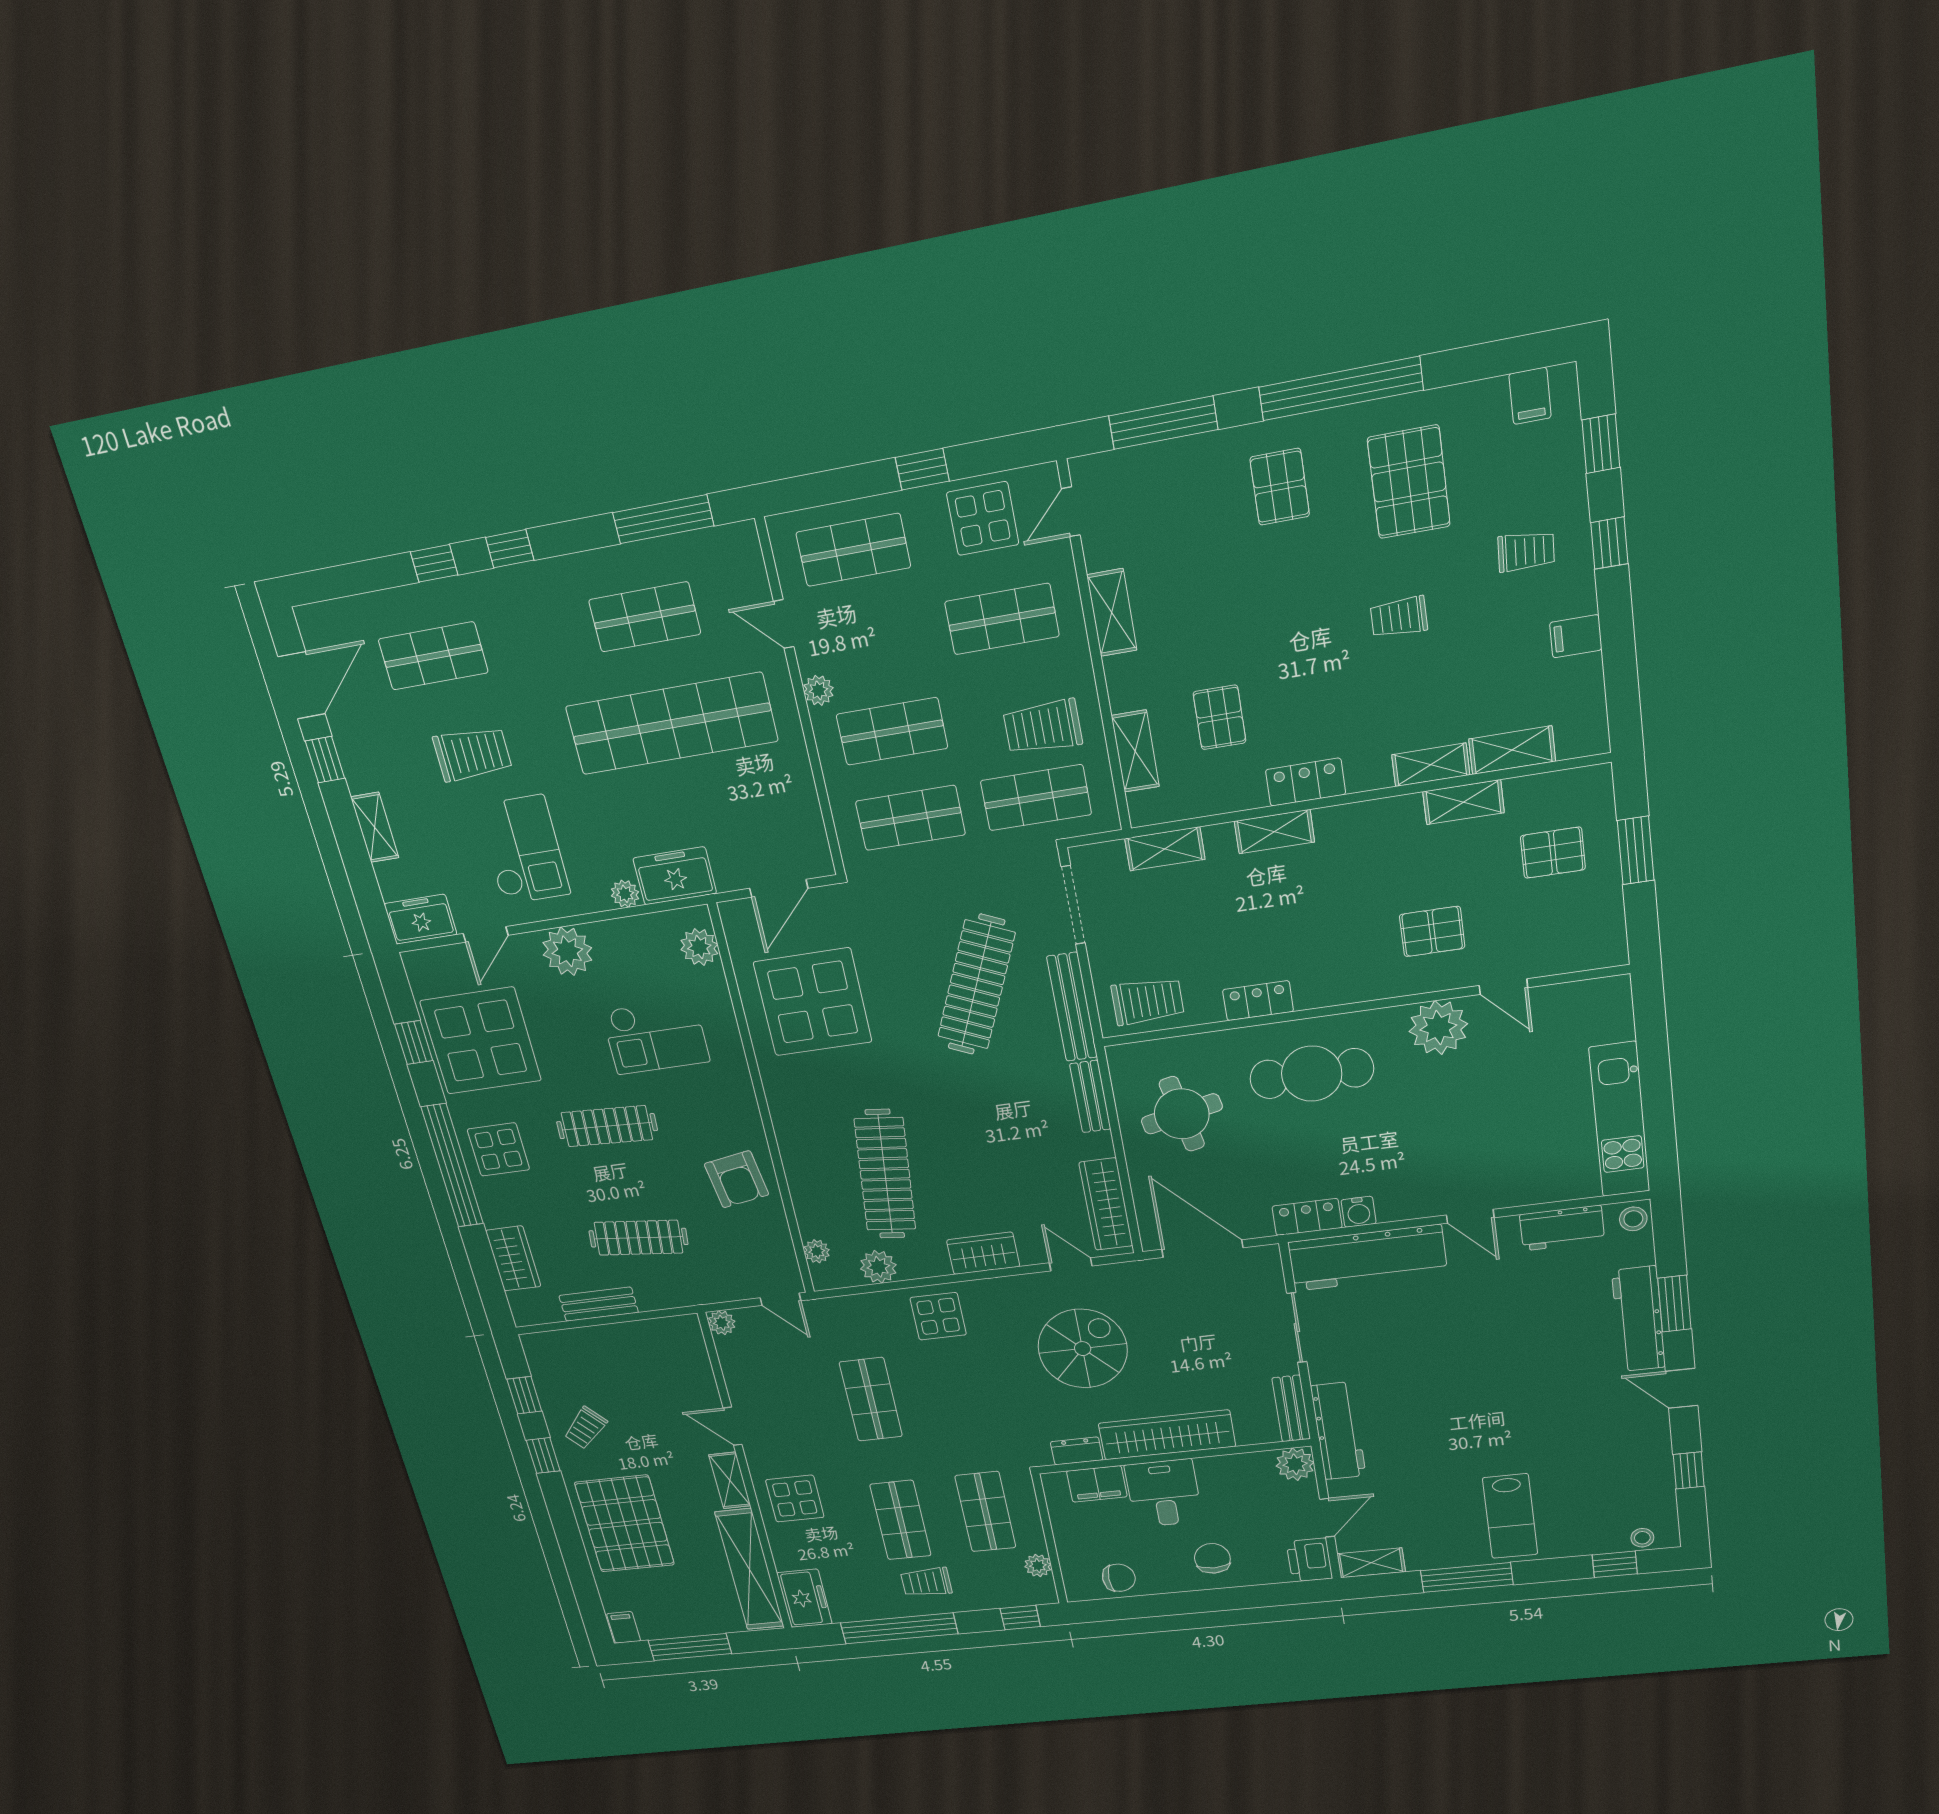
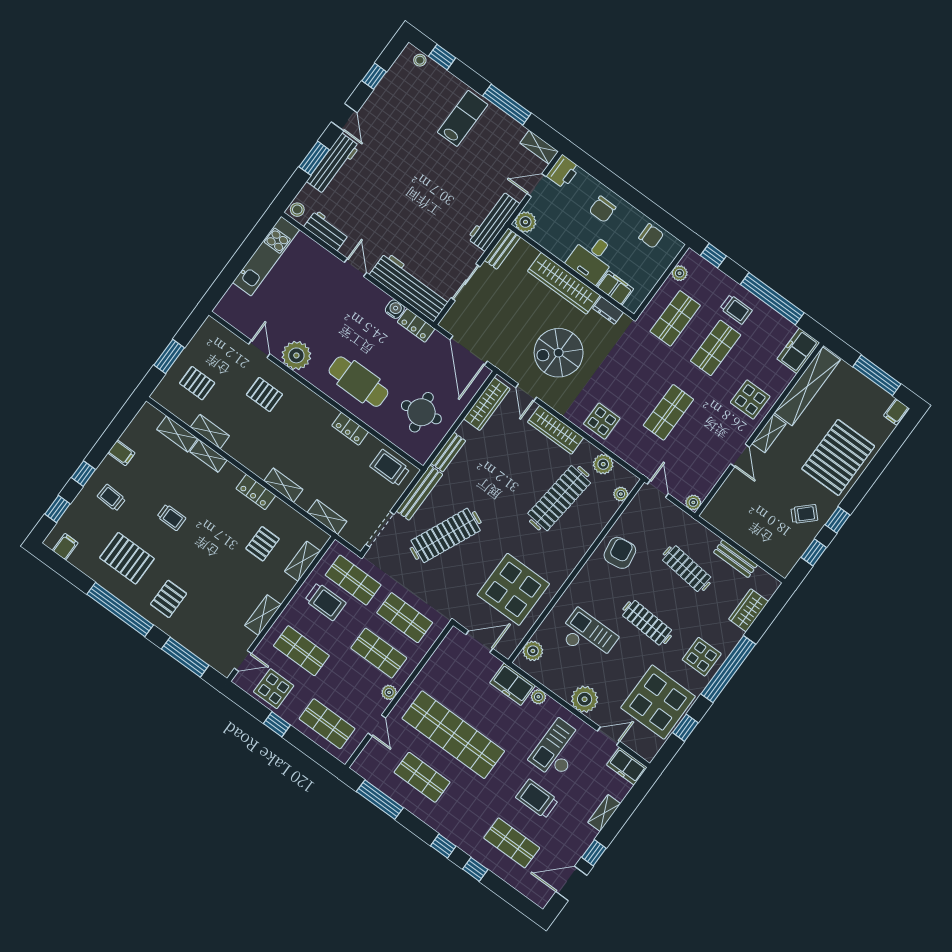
pallet: (1409, 482) -> (127, 558), turned 90
wardrobe: (983, 1253) -> (556, 430), width x1.50
chair: (1119, 1578) -> (651, 236), turned 180

